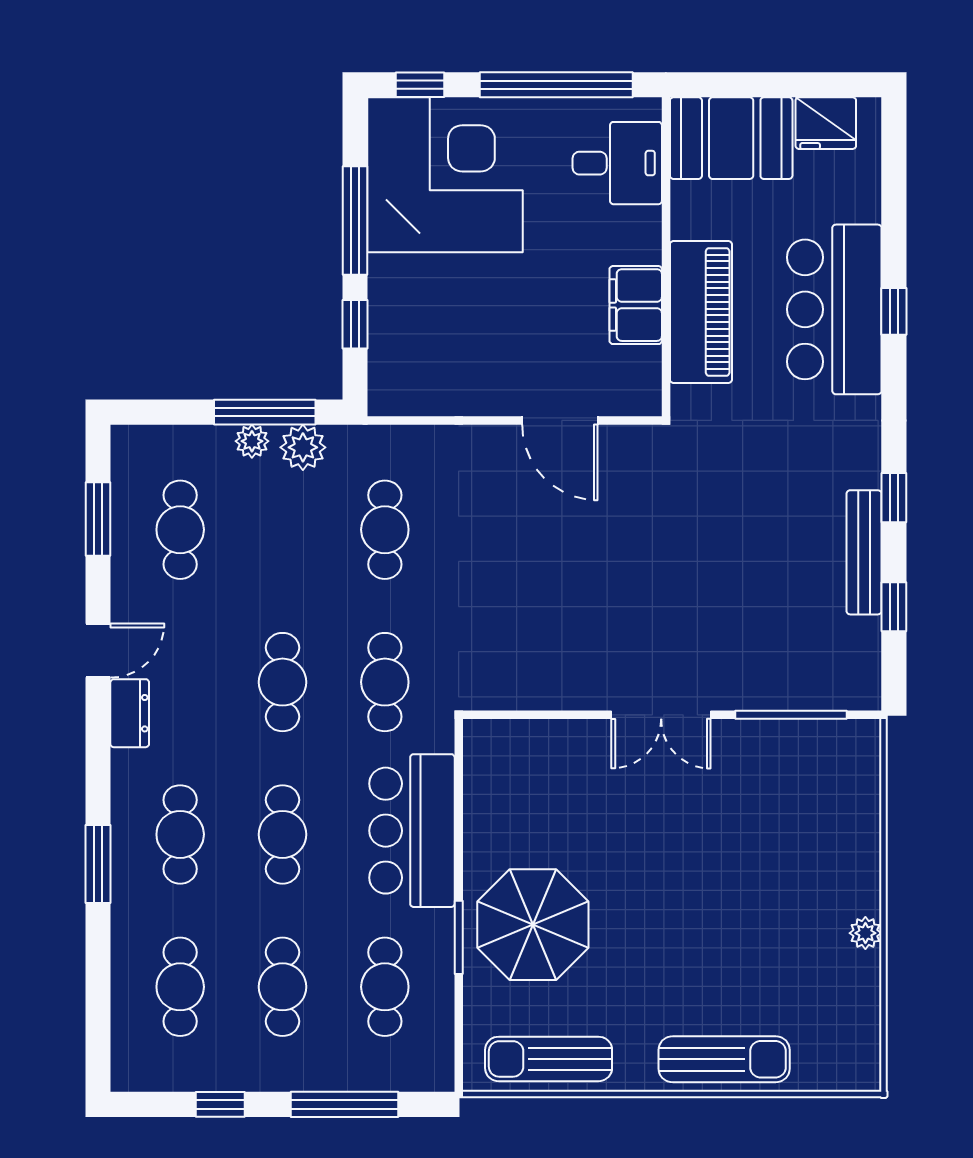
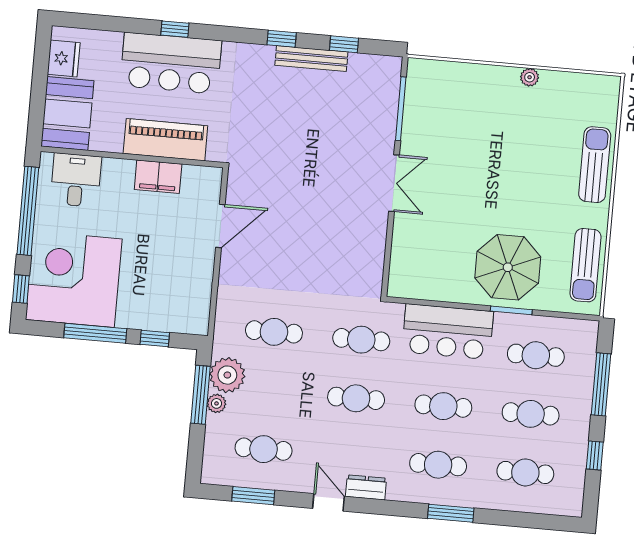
plant: (303, 447) -> (227, 375), width x1.36, depth x1.36

